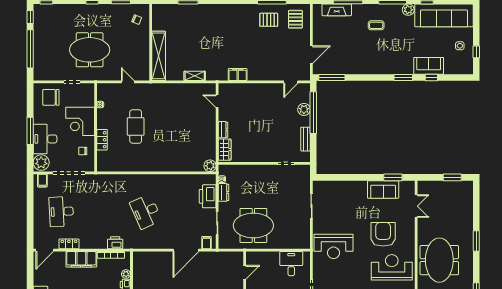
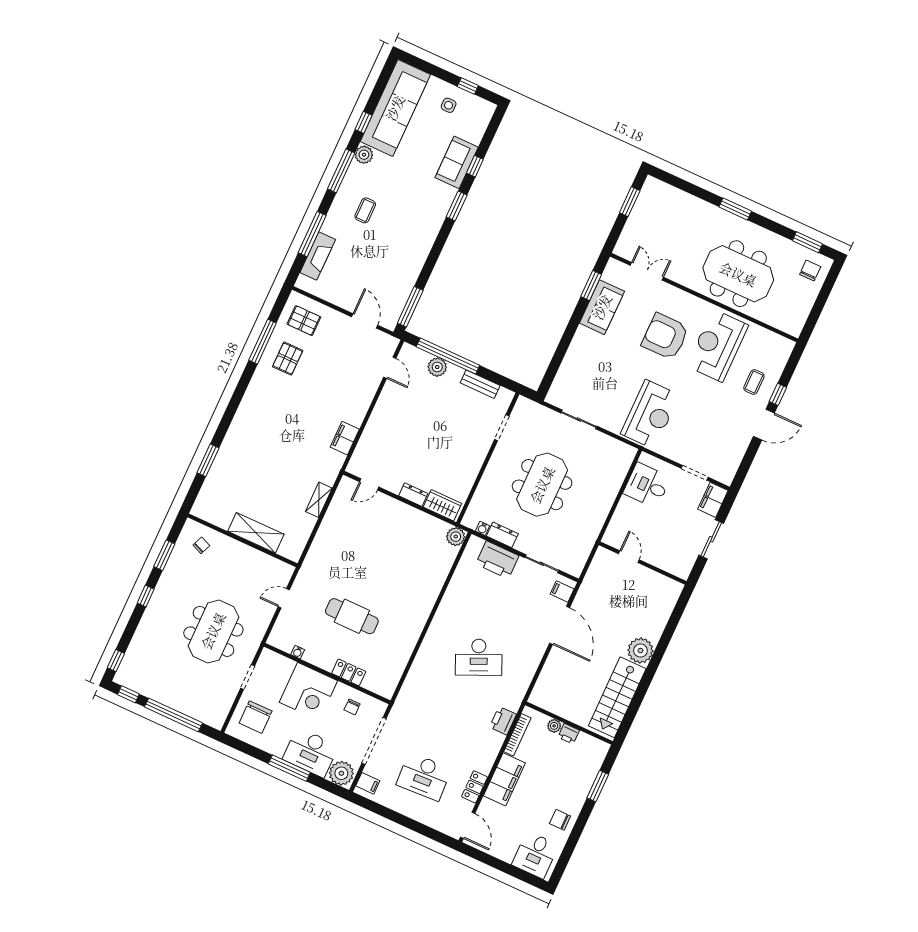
shelving: (159, 56) -> (256, 533), width x0.68
meeting table: (253, 225) -> (542, 485), moved

